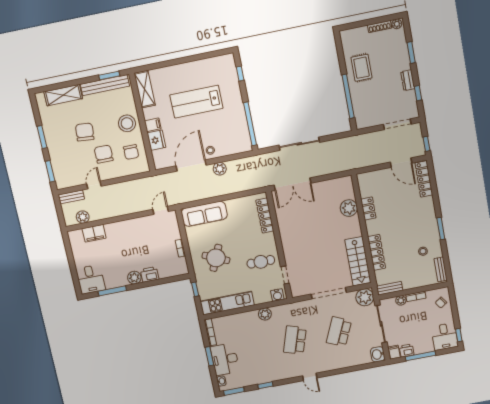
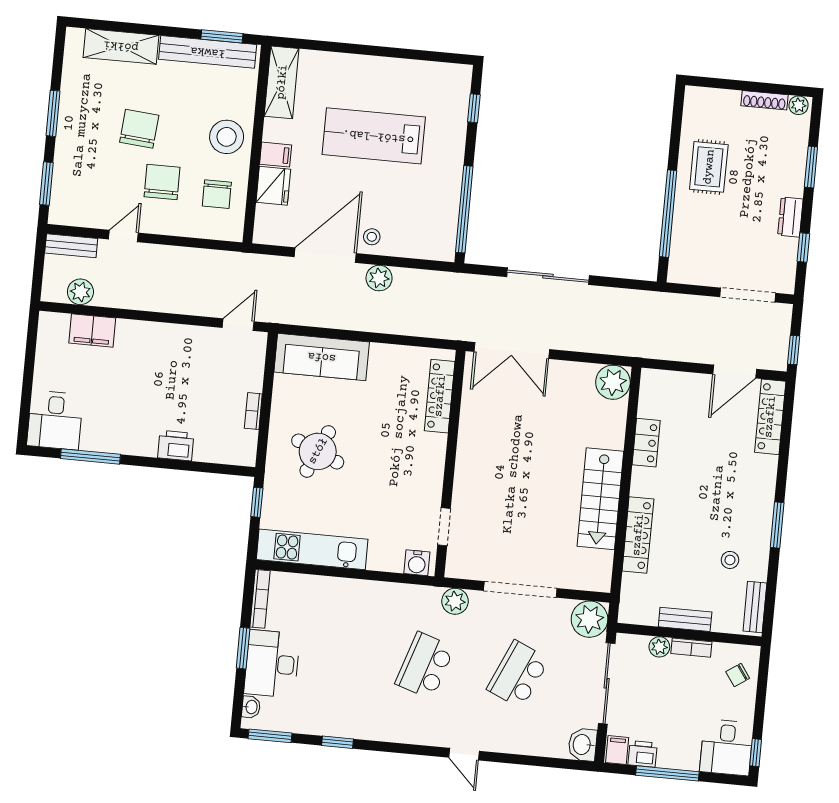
door: (401, 163) -> (735, 372), hinge flipped
plant: (349, 208) -> (613, 382), moved
stairs: (358, 261) -> (600, 499), moved
cafe table: (261, 262) -> (404, 486), removed
plant: (134, 278) -> (143, 443), removed
bench: (390, 288) -> (685, 619), moved
plant: (265, 314) -> (455, 601), moved
door: (310, 377) -> (464, 754), moved

